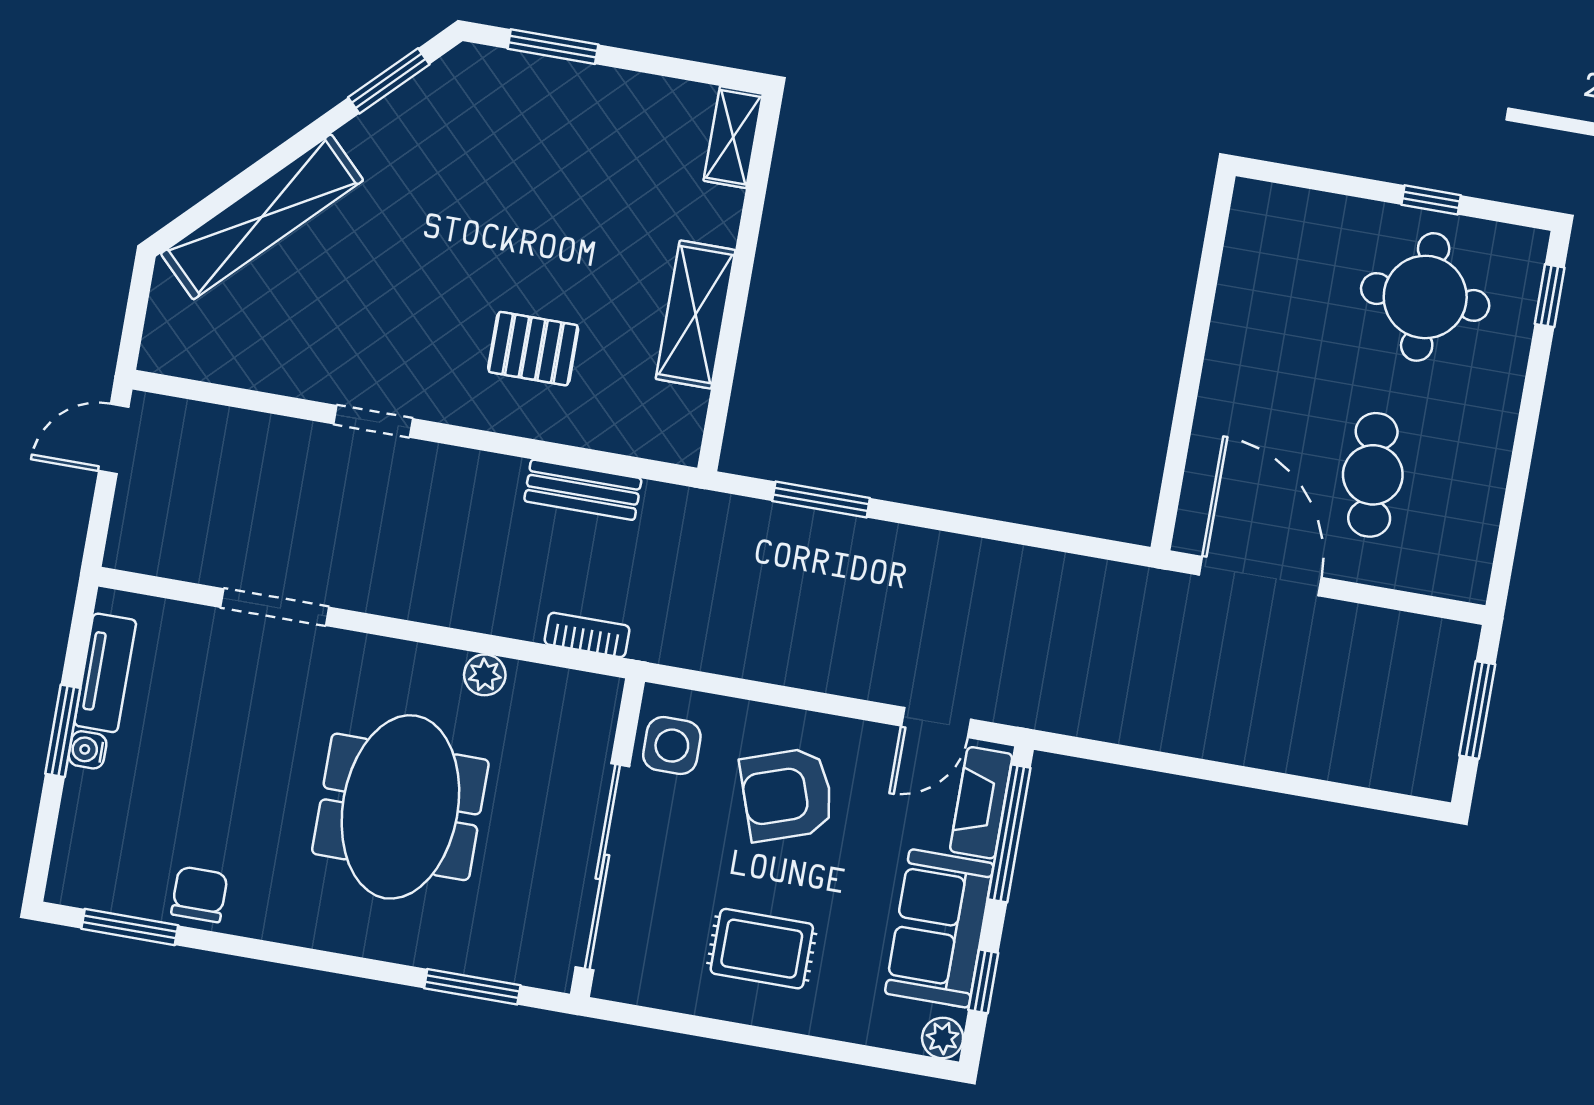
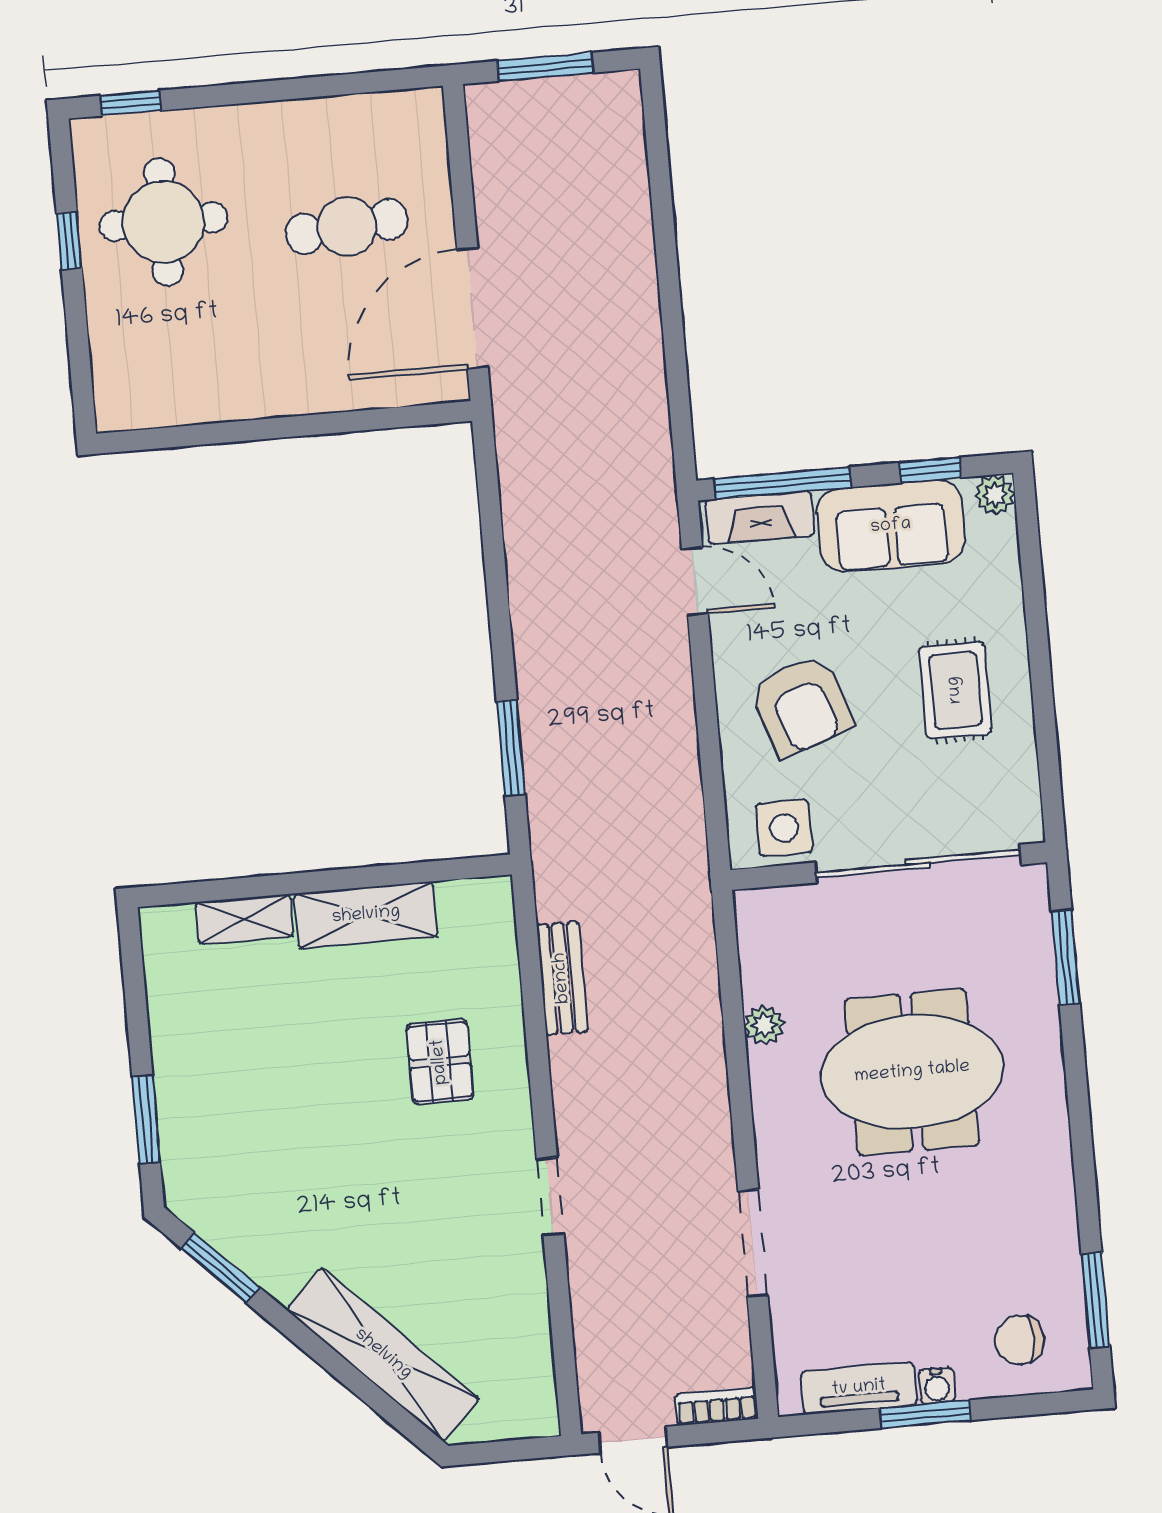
shelving: (733, 137) -> (244, 919), moved
bookcase: (587, 635) -> (717, 1406), moved, turned 90
chair: (199, 894) -> (1019, 1340), moved

